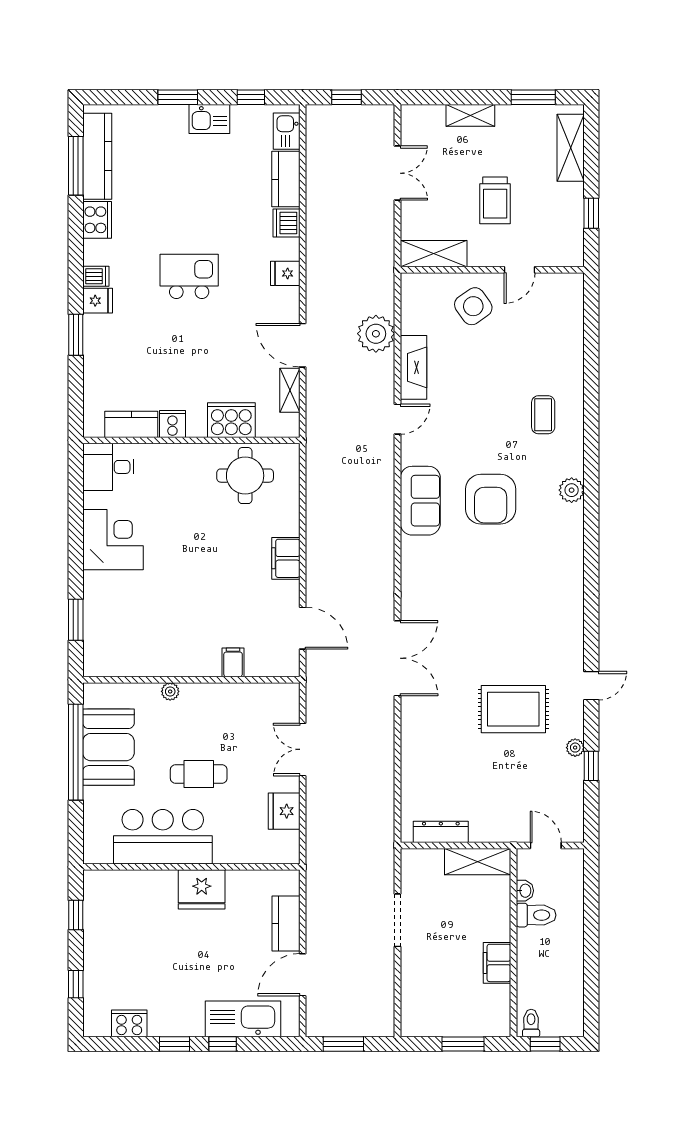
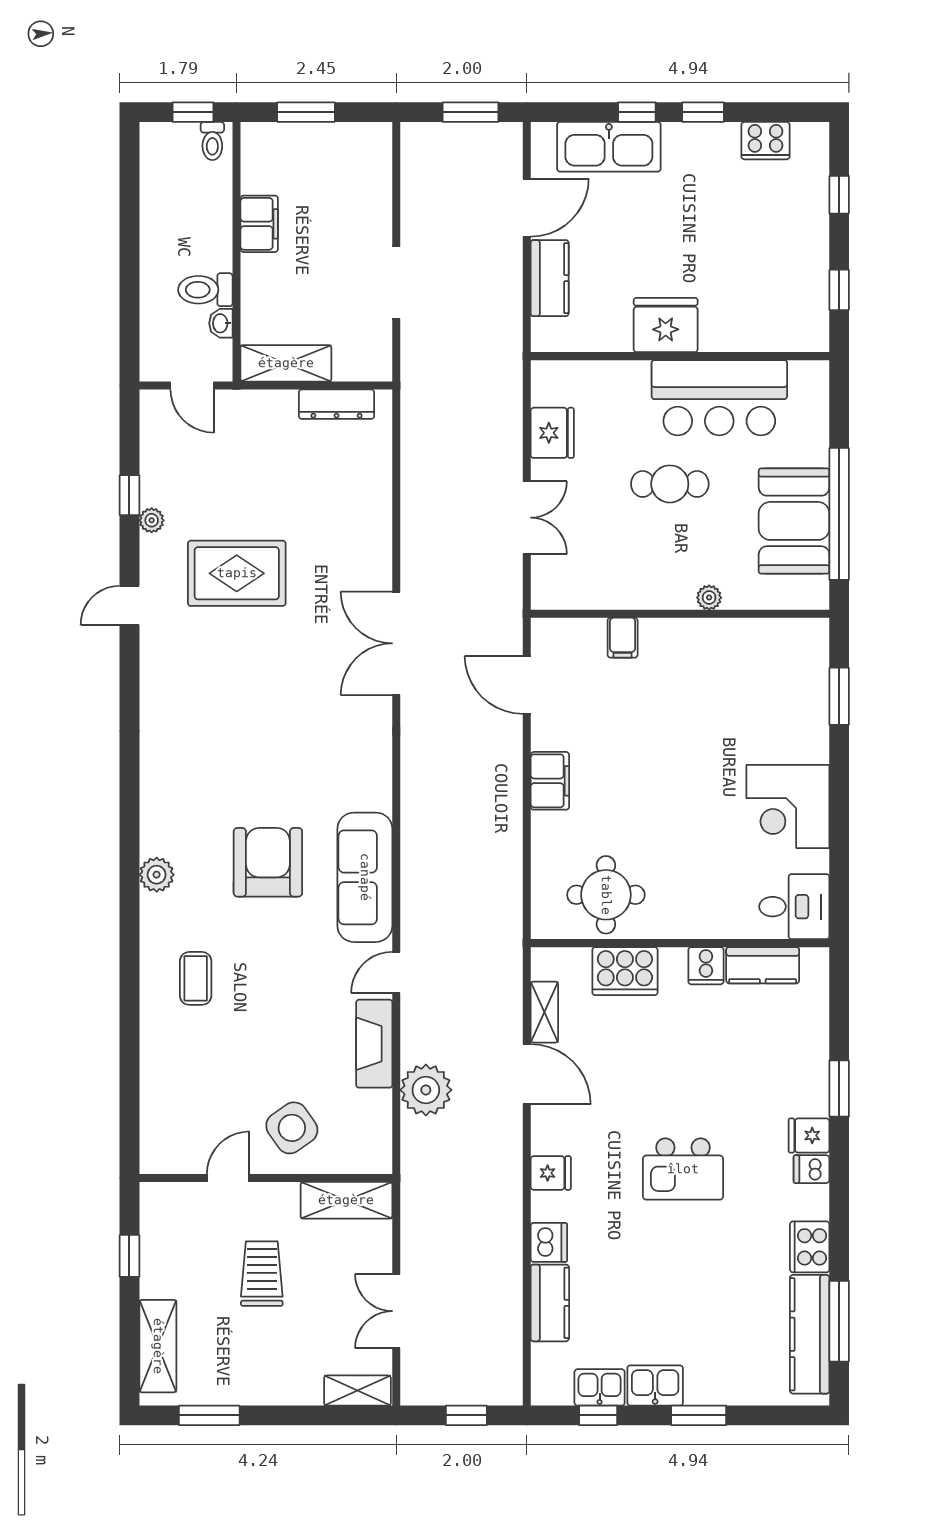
shelving: (470, 115) -> (358, 1391), moved
kitchen sink: (287, 131) -> (600, 1387), moved, turned -90
sofa: (420, 501) -> (365, 877), width x1.36

